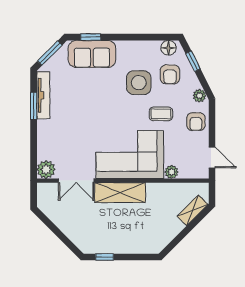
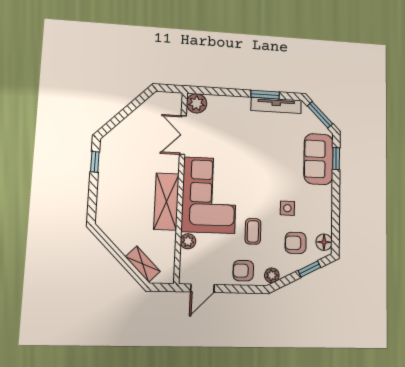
side table: (139, 83) -> (287, 208), width x0.54, depth x0.54
shelving: (120, 193) -> (166, 202), moved

